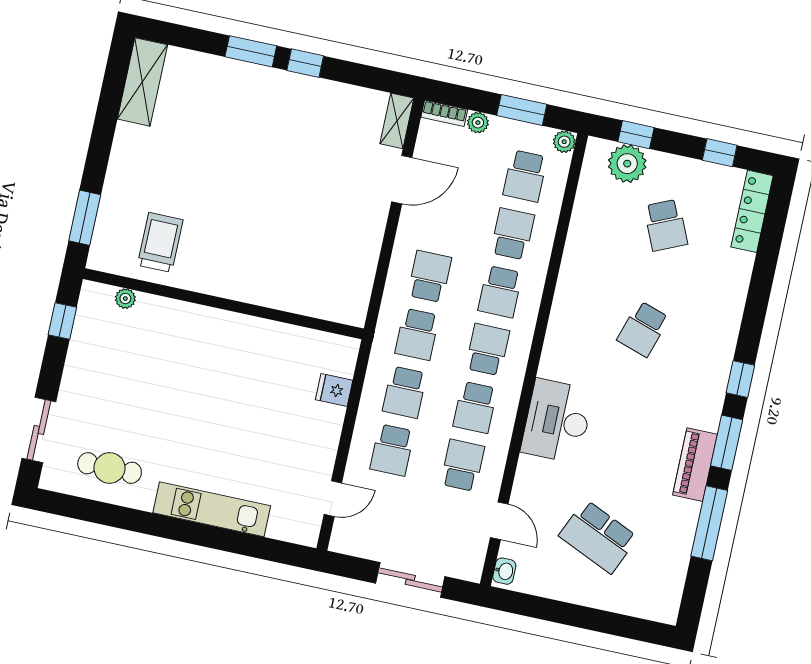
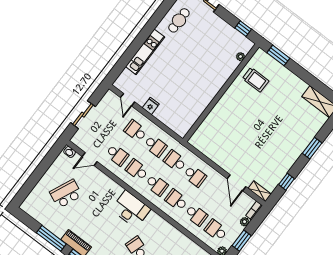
window: (305, 63) -> (287, 182), moved
fridge: (334, 390) -> (151, 106), moved
school desk: (405, 392) -> (155, 146), turned 180
desk: (557, 421) -> (131, 209), moved

